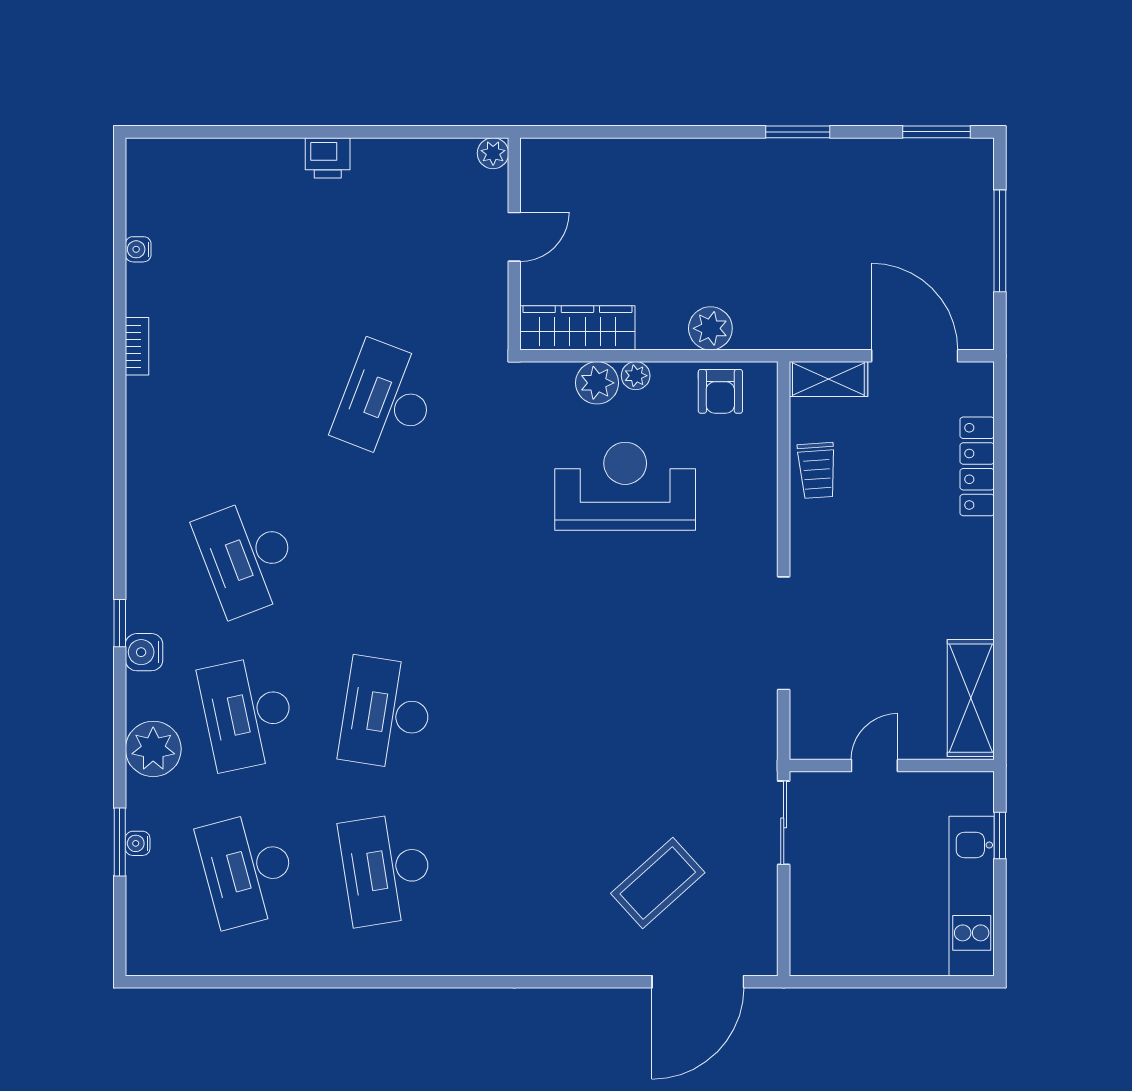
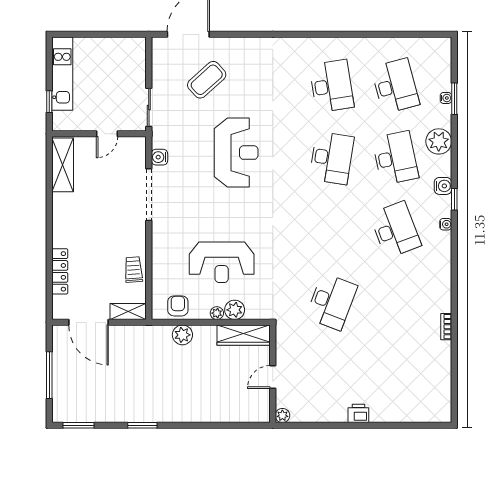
water cooler: (138, 249) -> (446, 224), moved
water cooler: (760, 715) -> (159, 157), added
reception desk: (594, 725) -> (236, 153), added

